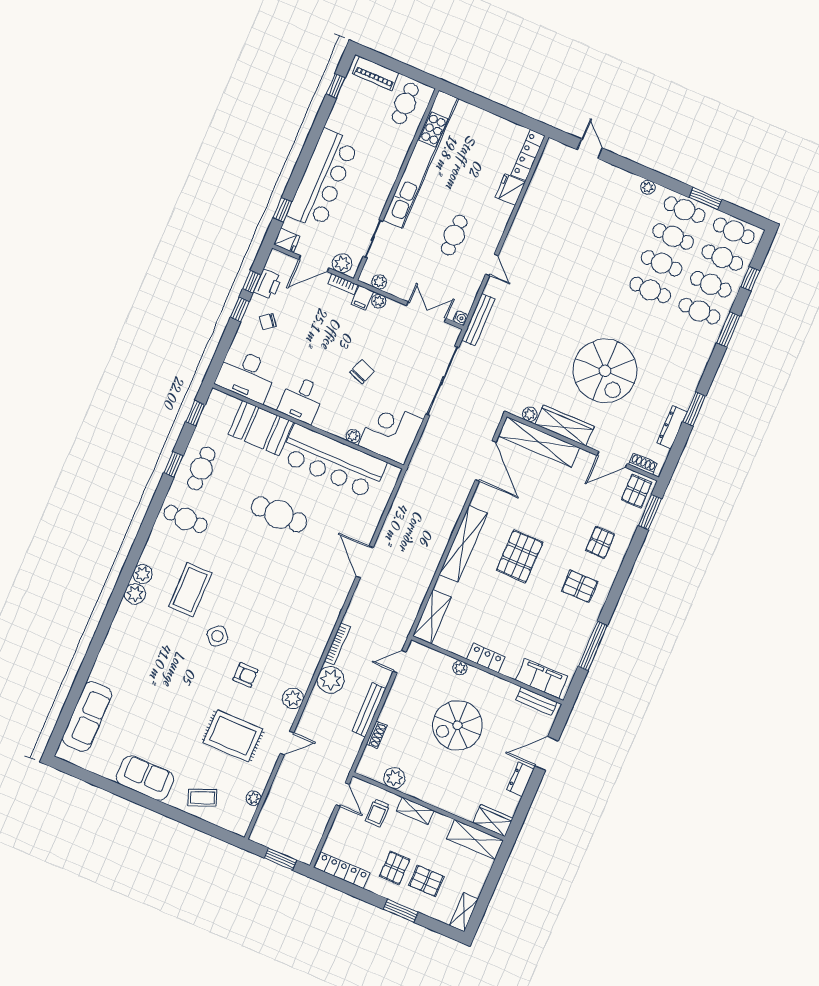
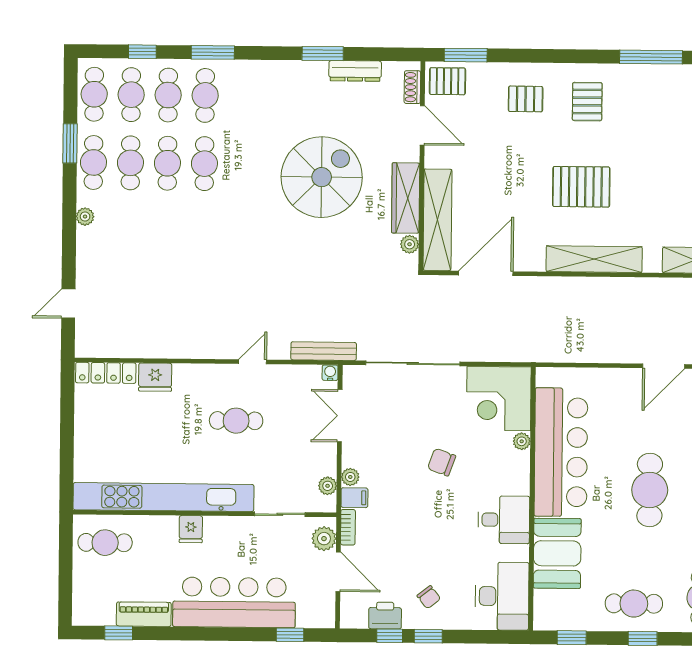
piano: (376, 73) -> (144, 614), moved, turned -90
fridge: (287, 240) -> (191, 529), moved, turned 180

